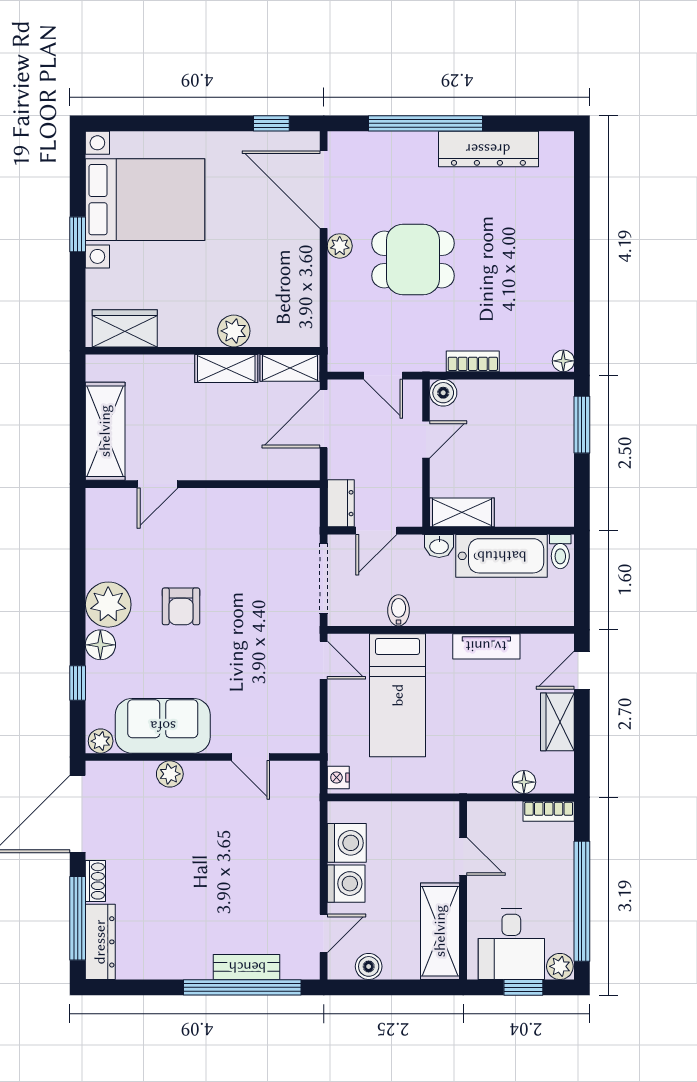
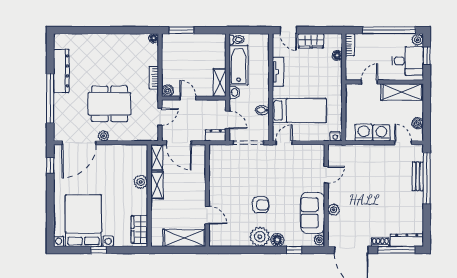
dining table: (413, 260) -> (109, 104), width x1.38

